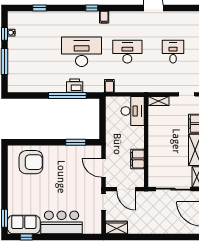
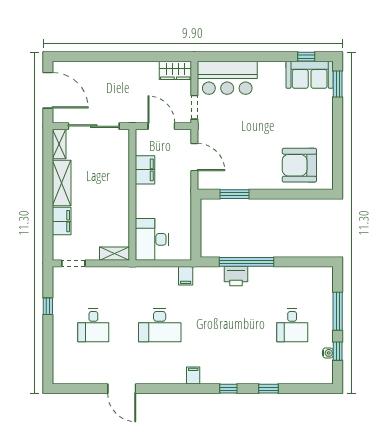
window: (39, 8) -> (269, 389), moved
window: (92, 8) -> (228, 389), moved
desk: (82, 52) -> (292, 325), moved, width x0.53, depth x0.77
bar counter: (62, 222) -> (227, 78), moved

